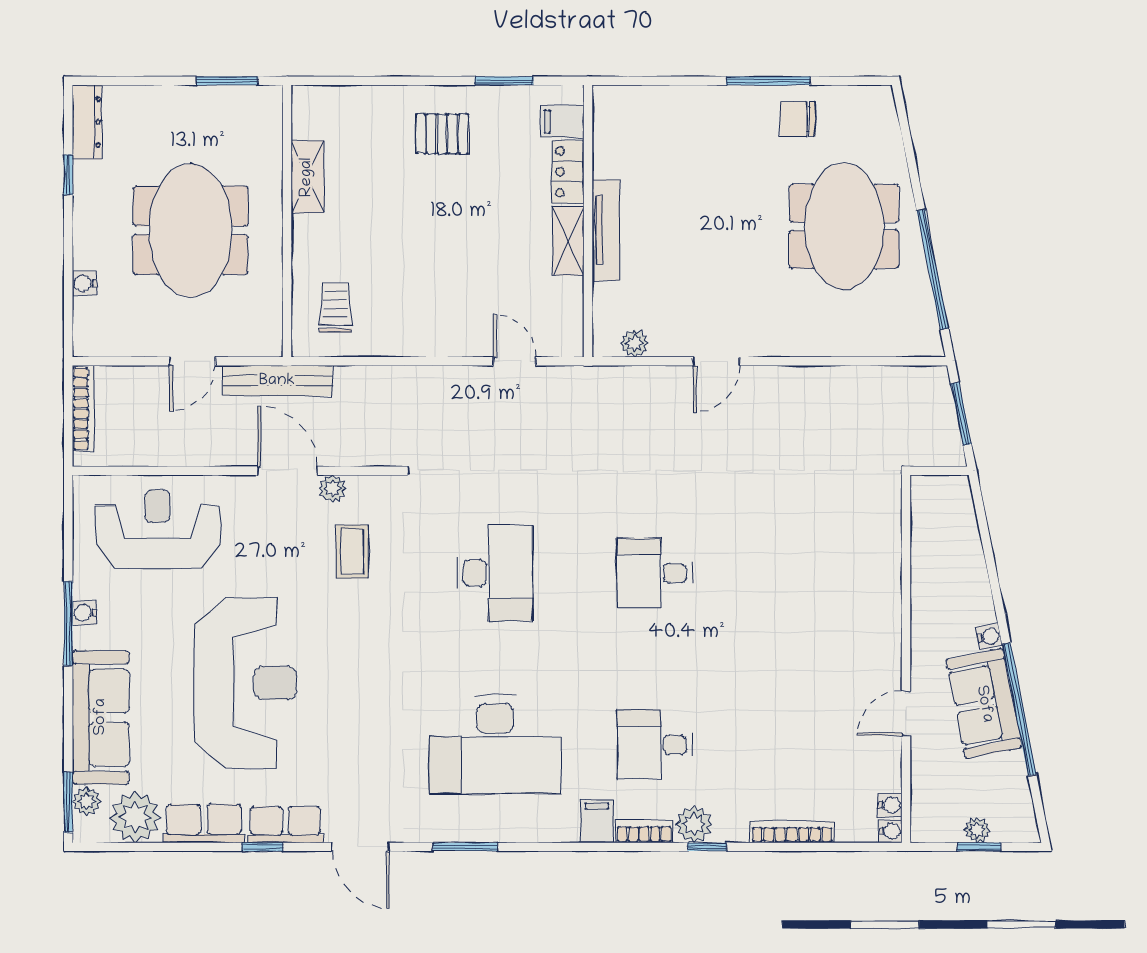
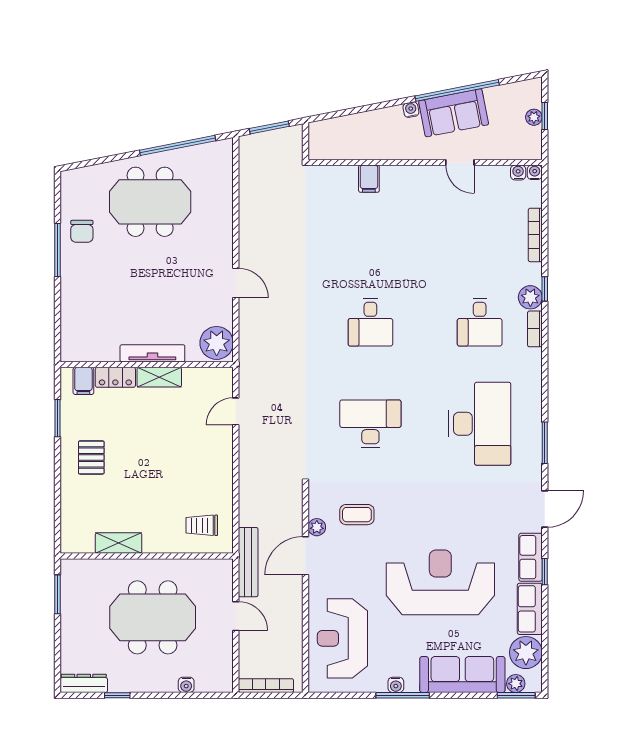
plant: (634, 343) -> (217, 343), width x1.87, depth x1.87
filing cabinet: (597, 821) -> (369, 179), moved, turned -90

